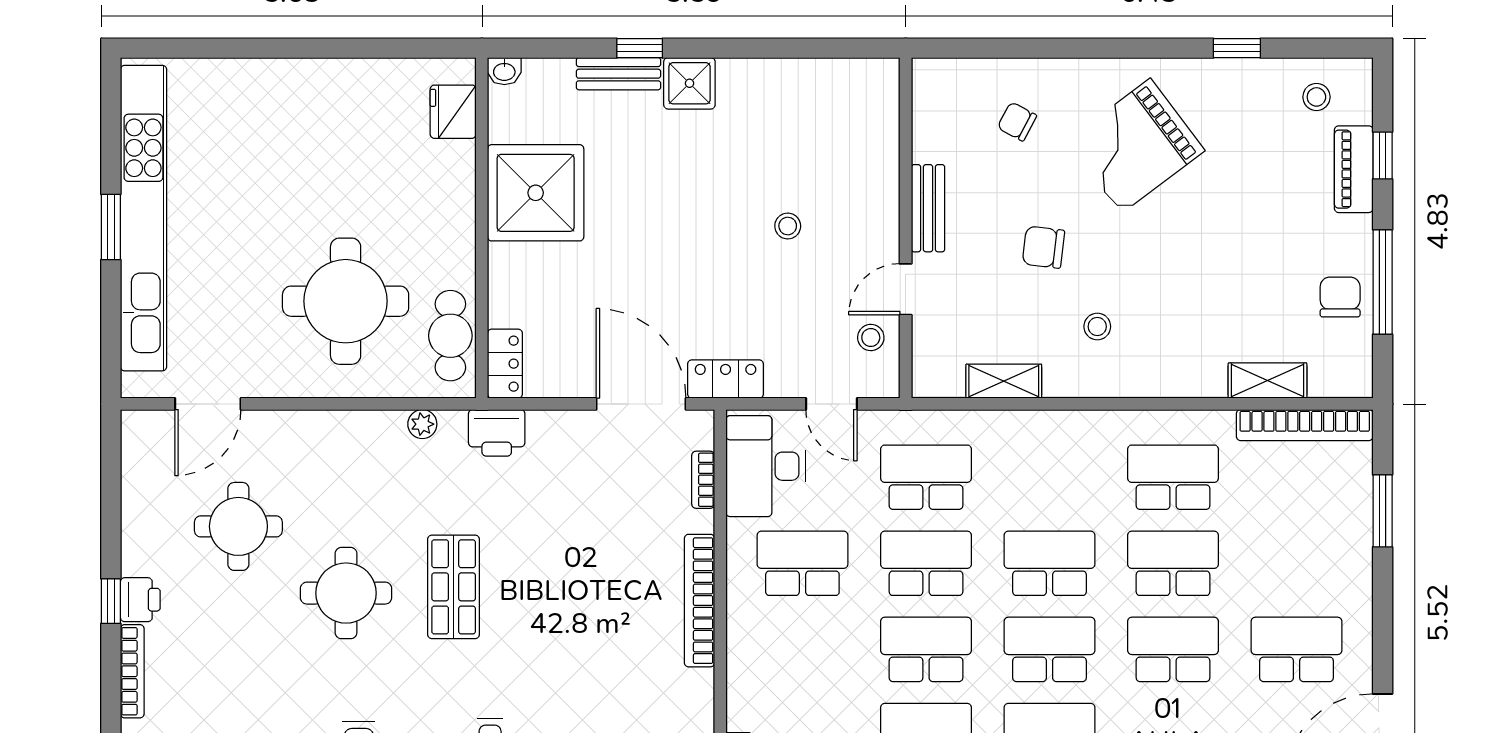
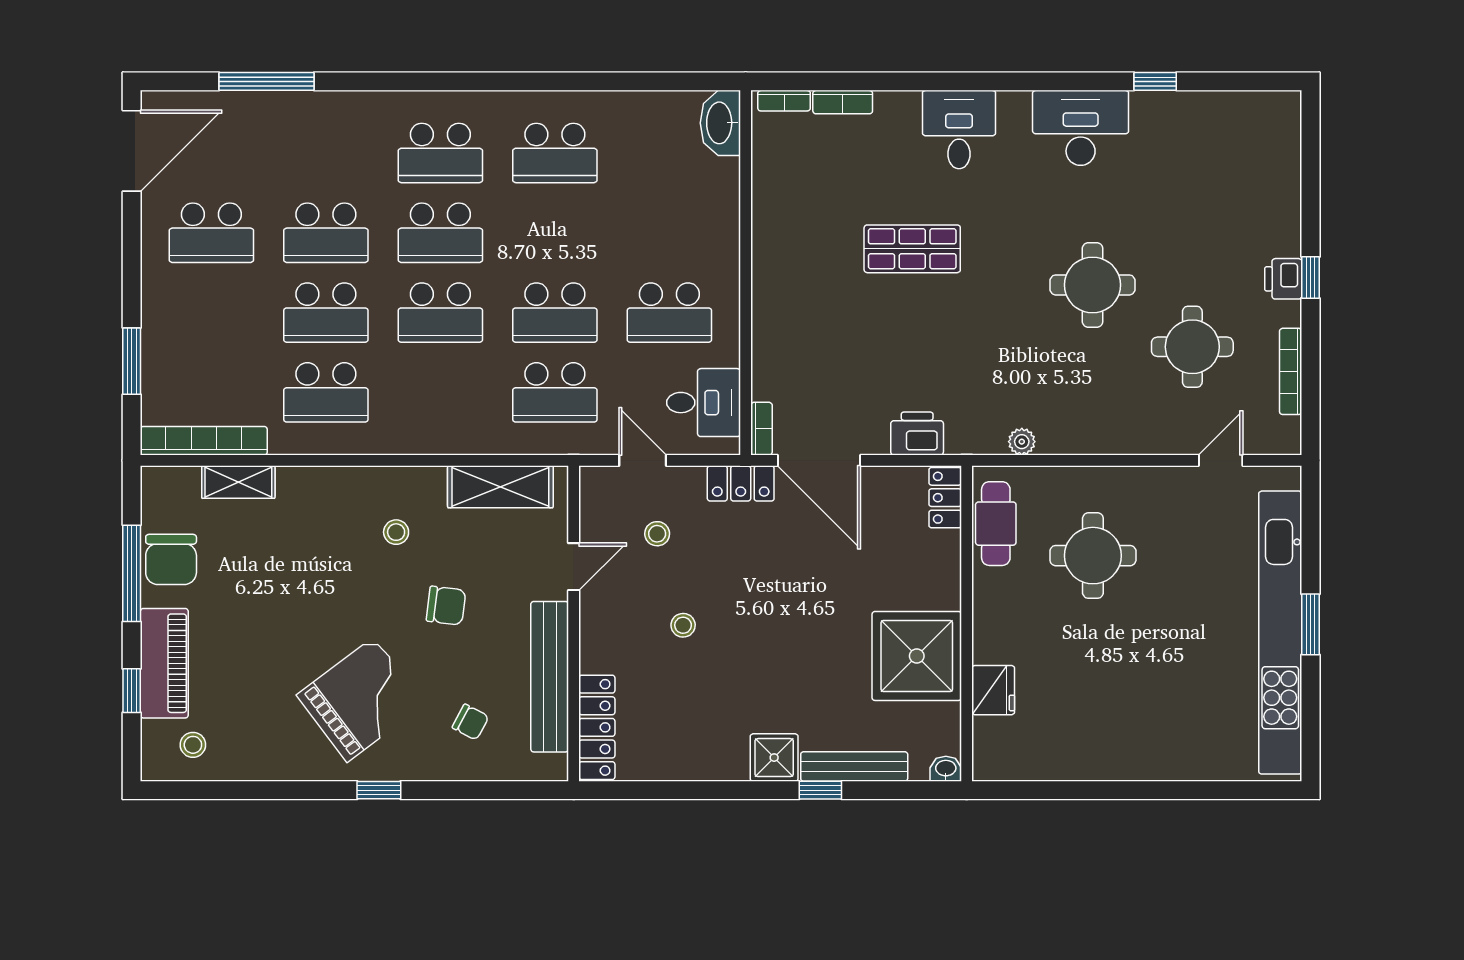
window: (1237, 48) -> (379, 790), moved
bench: (618, 74) -> (854, 766), width x1.36
fridge: (453, 112) -> (993, 690), moved
locker: (881, 116) -> (597, 727), added
piano: (1354, 169) -> (164, 663), width x1.37, depth x1.33
bench: (928, 208) -> (550, 677), width x1.86, depth x1.21
chair: (1340, 297) -> (171, 559), width x1.37, depth x1.37
round table: (346, 301) -> (1093, 556), width x0.73, depth x0.73
stool: (871, 337) -> (657, 534), moved
shelving: (1004, 381) -> (500, 487), width x1.50, depth x1.33
door: (208, 404) -> (1221, 460), width x0.73
printer: (497, 433) -> (917, 433), moved
desk: (766, 466) -> (704, 403), width x0.73
bookcase: (703, 480) -> (761, 429), moved
shop shelf: (454, 587) -> (912, 249), moved, turned 90
bookcase: (699, 601) -> (765, 278), removed
school desk: (926, 649) -> (555, 233), removed
bookcase: (132, 671) -> (1291, 371), moved

